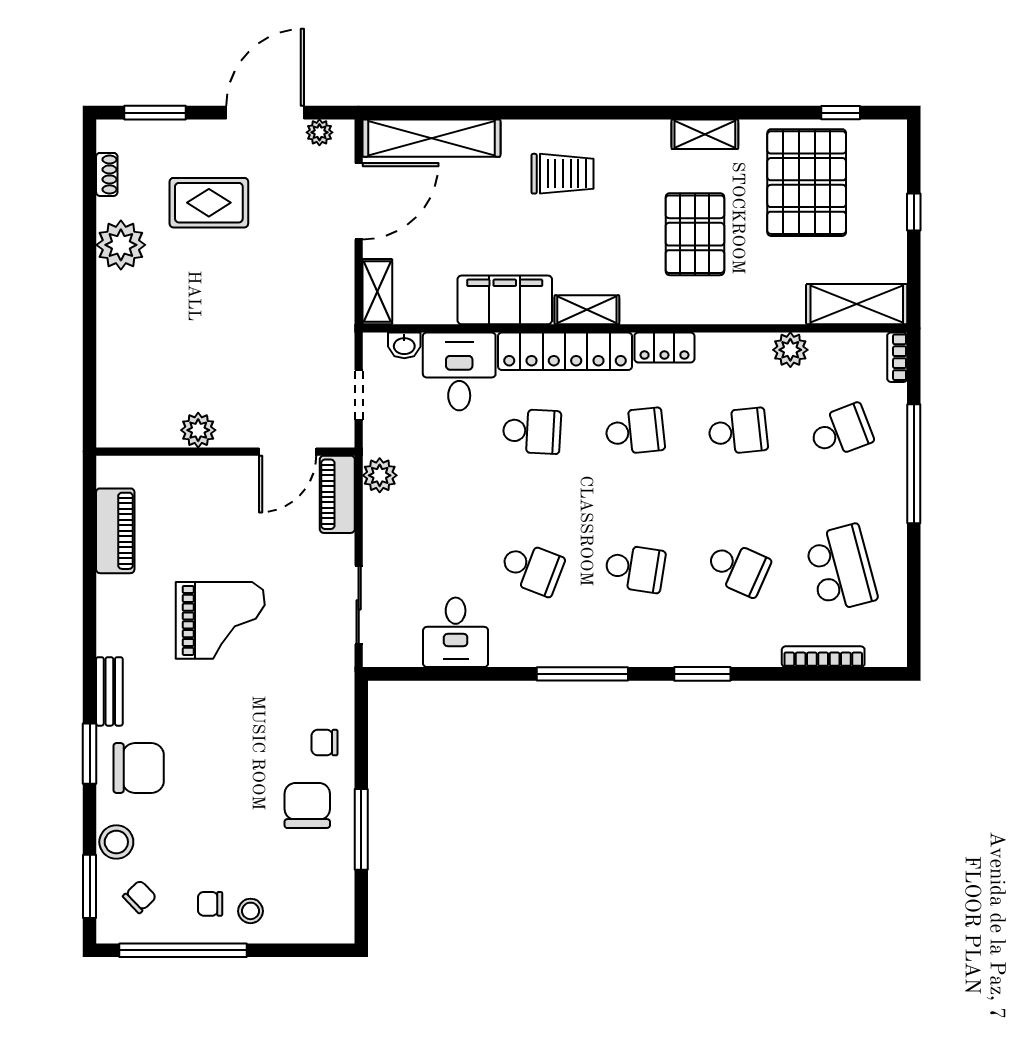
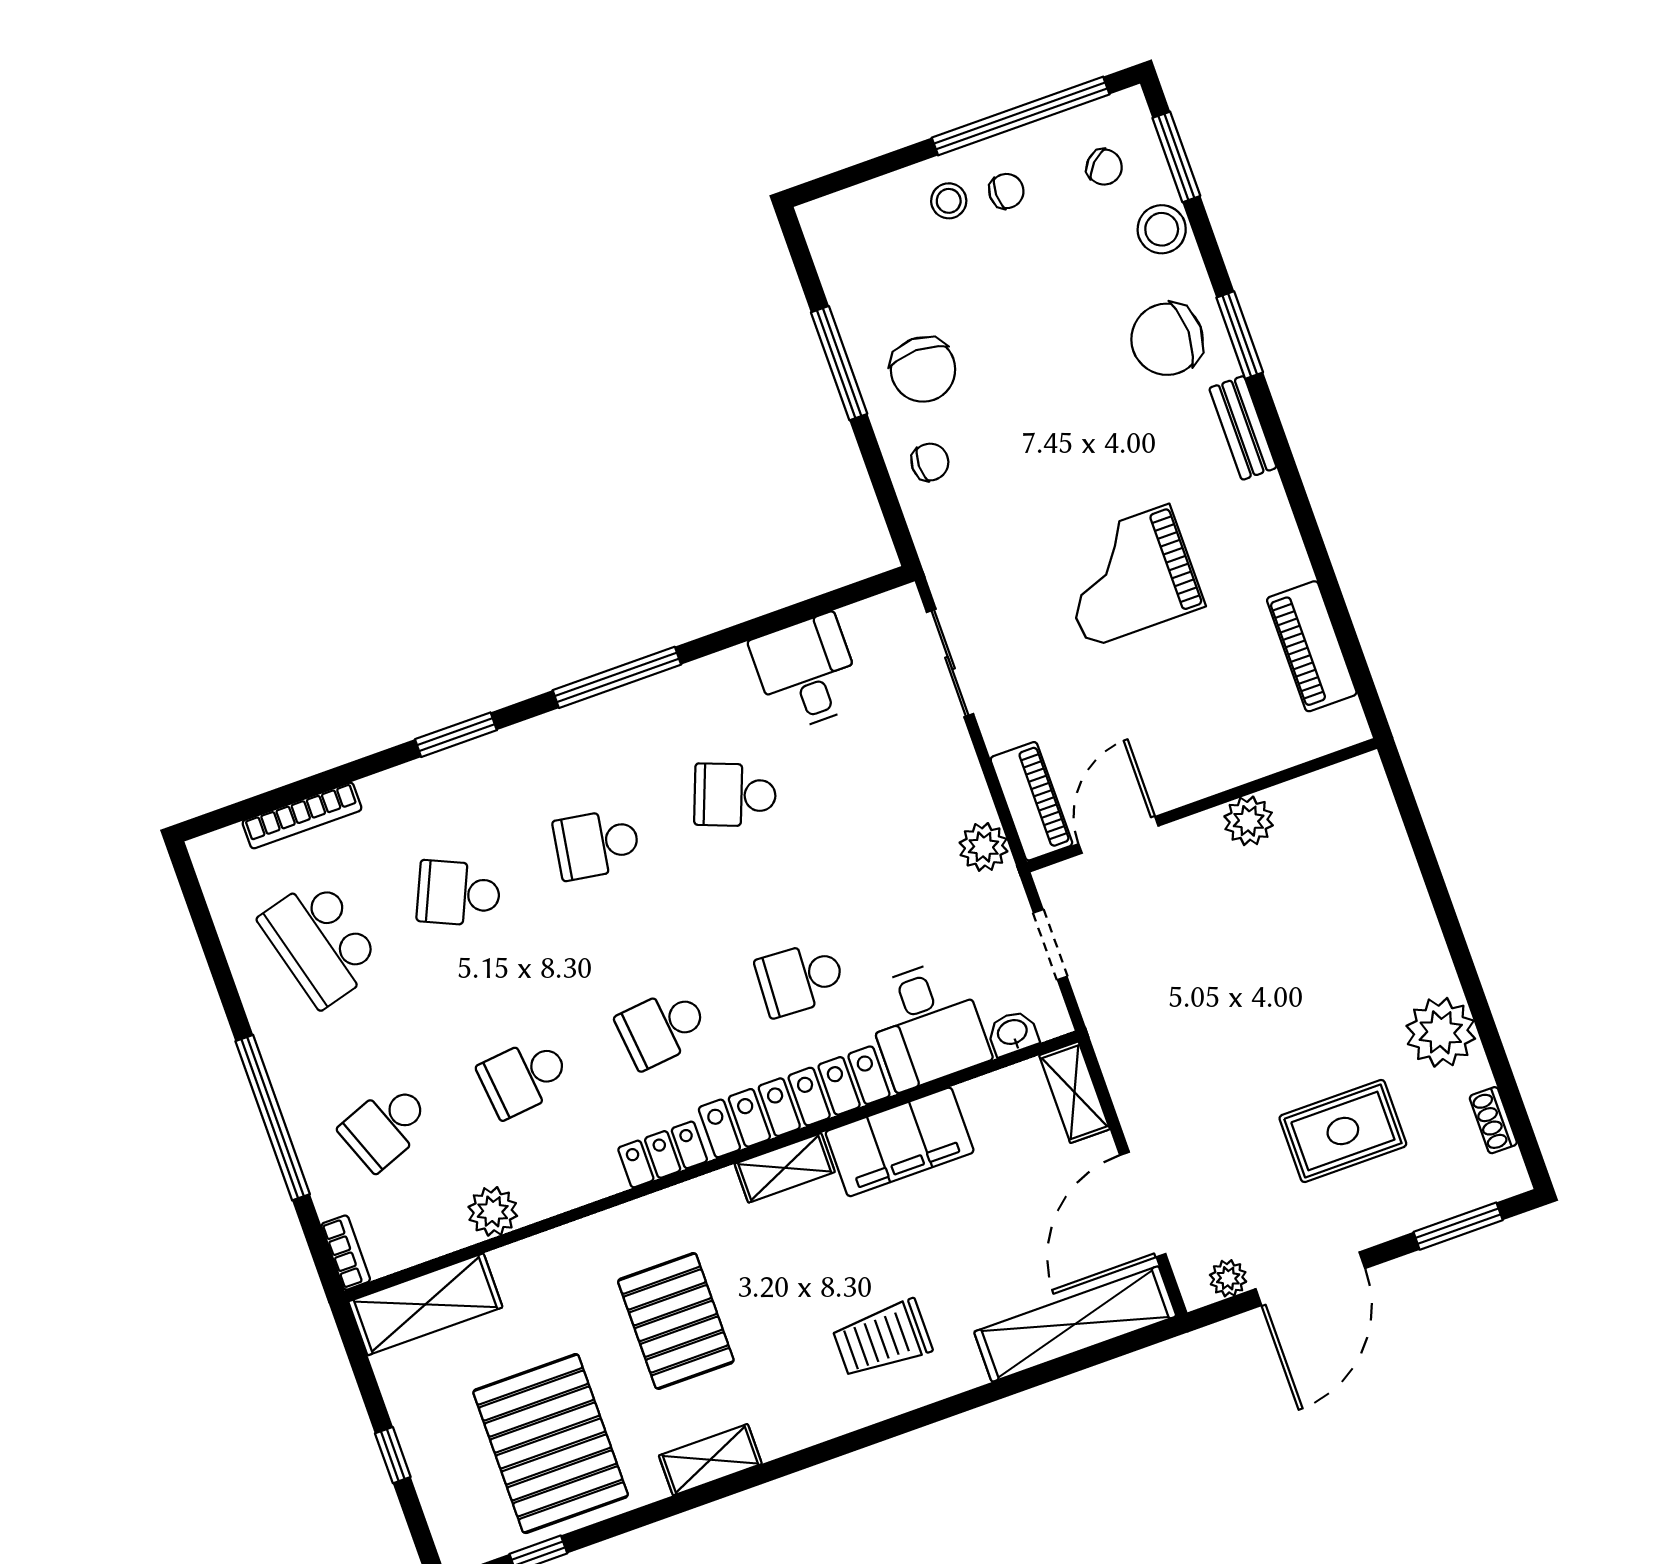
chair: (140, 897) -> (1104, 167), turned -91

